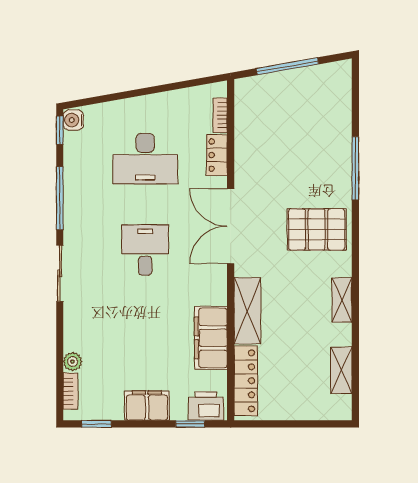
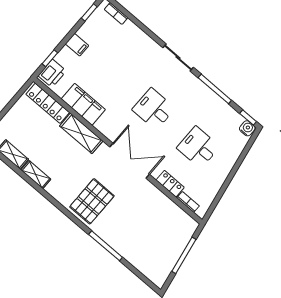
desk: (145, 159) -> (198, 147), width x0.73
desk: (145, 250) -> (154, 109), turned 180
shelving: (342, 300) -> (36, 175), moved
plant: (73, 362) -> (130, 27), removed
filing cabinet: (147, 406) -> (77, 45), width x0.50

